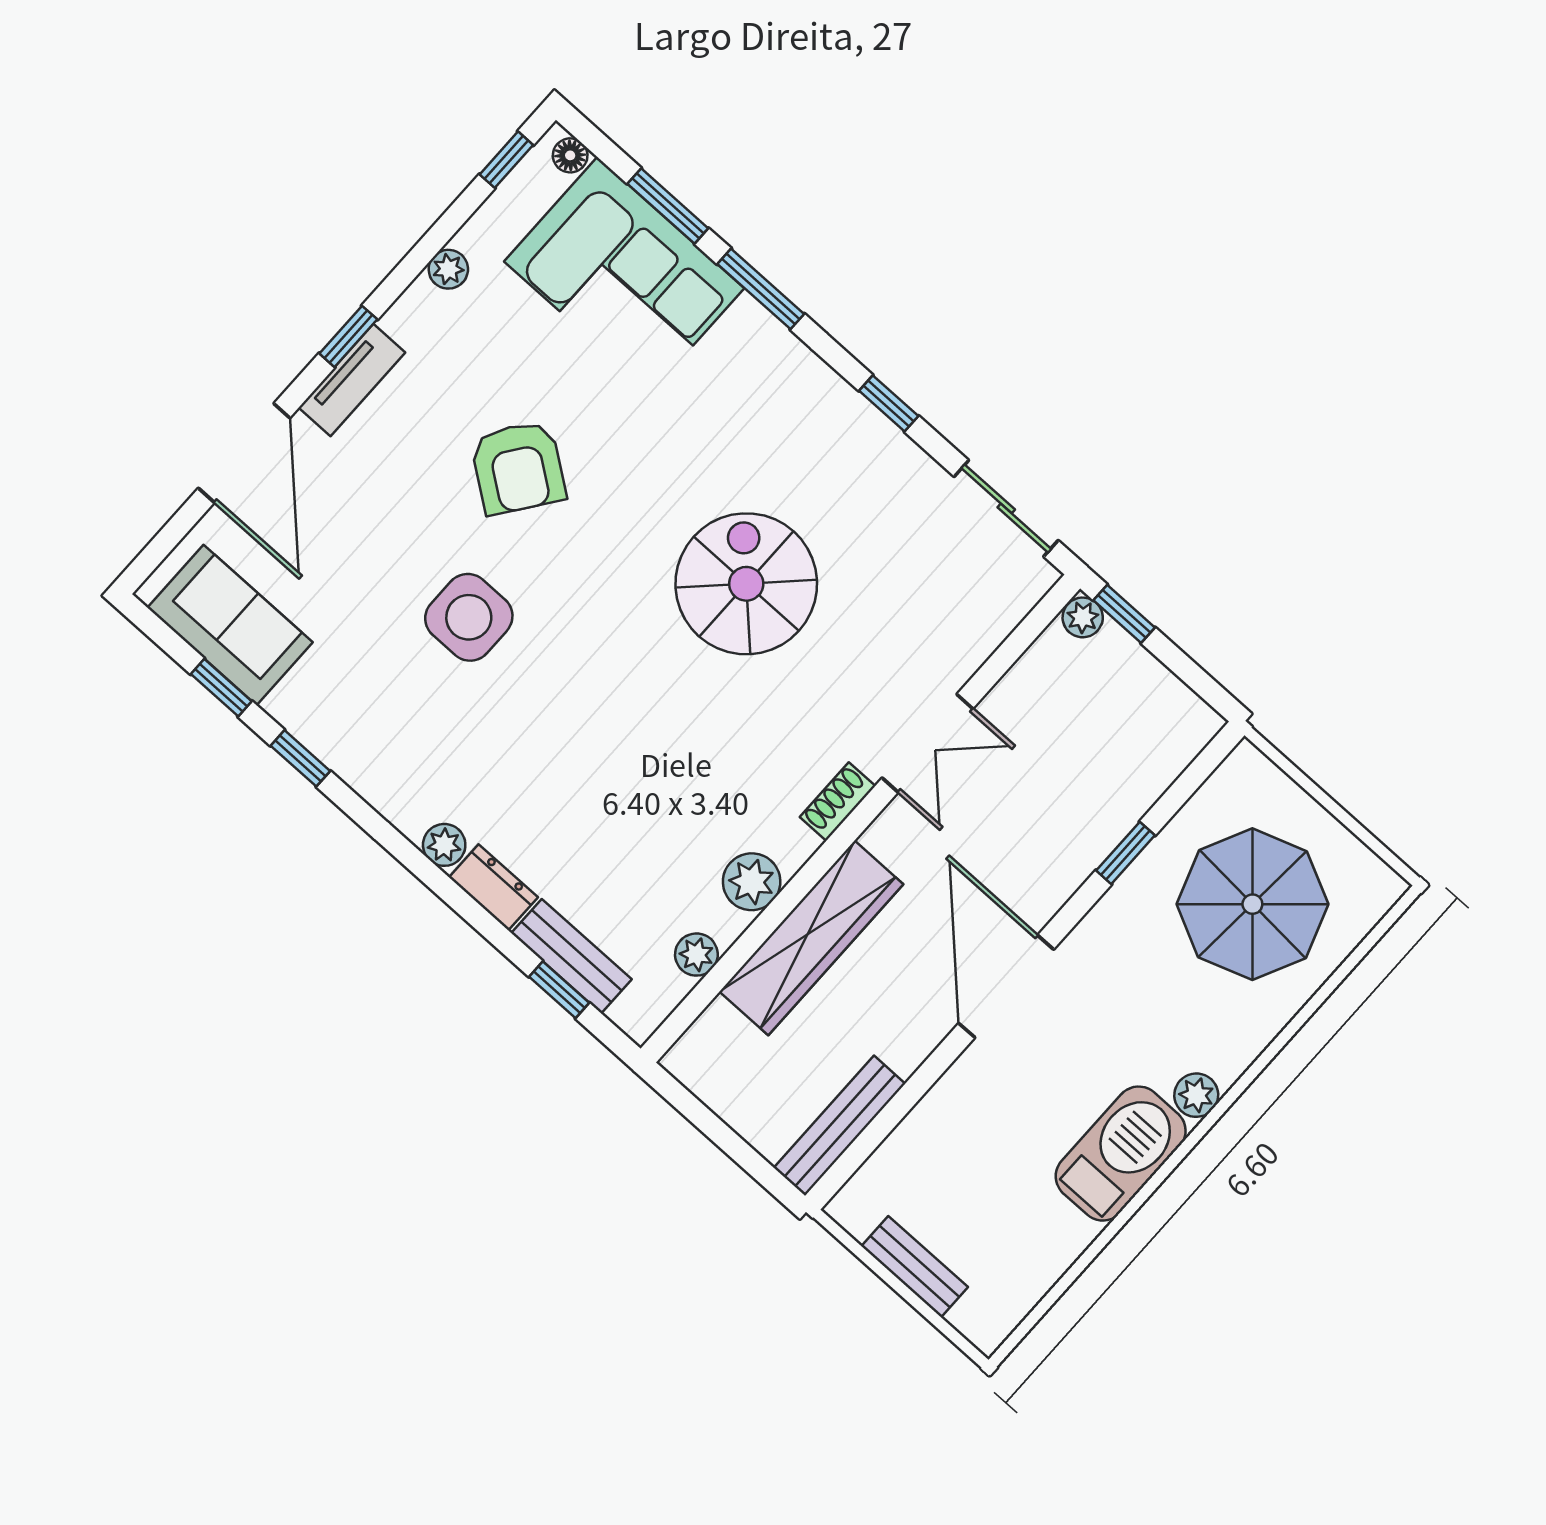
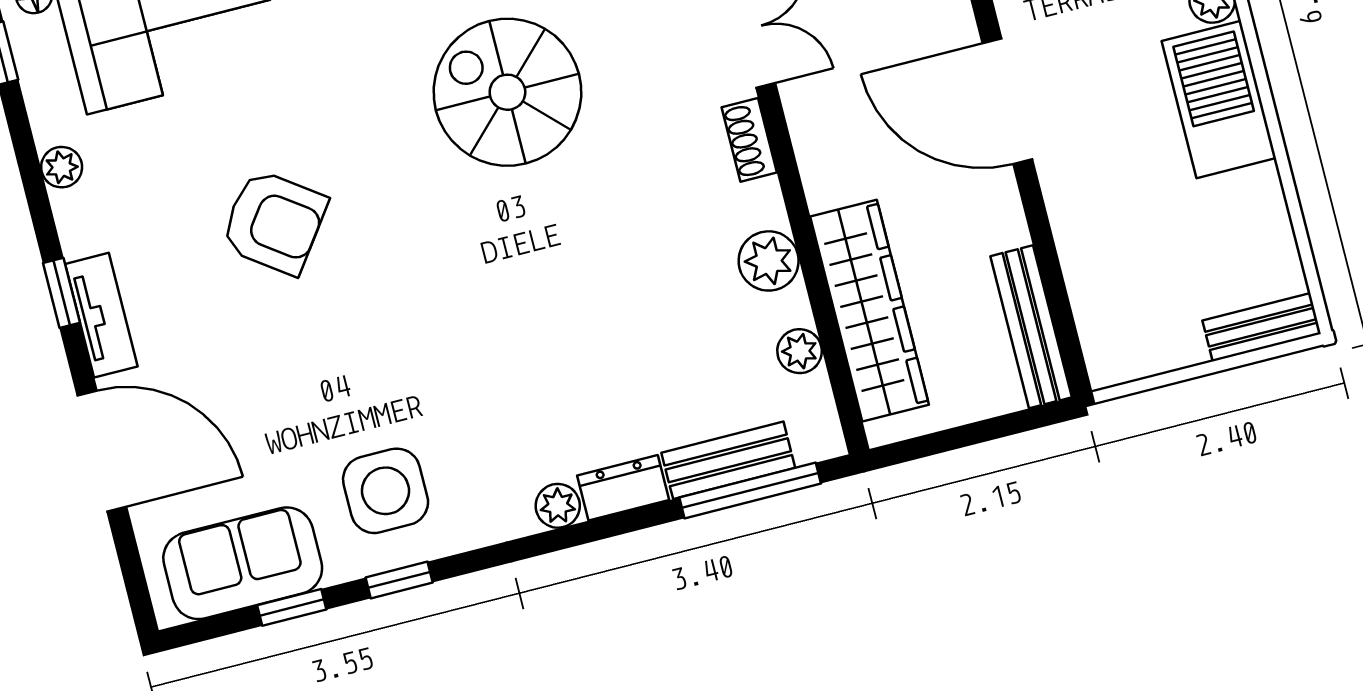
side table: (469, 617) -> (386, 491), moved
wardrobe: (811, 938) -> (870, 311), moved
window: (559, 990) -> (750, 491), width x2.17
bench: (915, 1267) -> (1262, 327), moved

